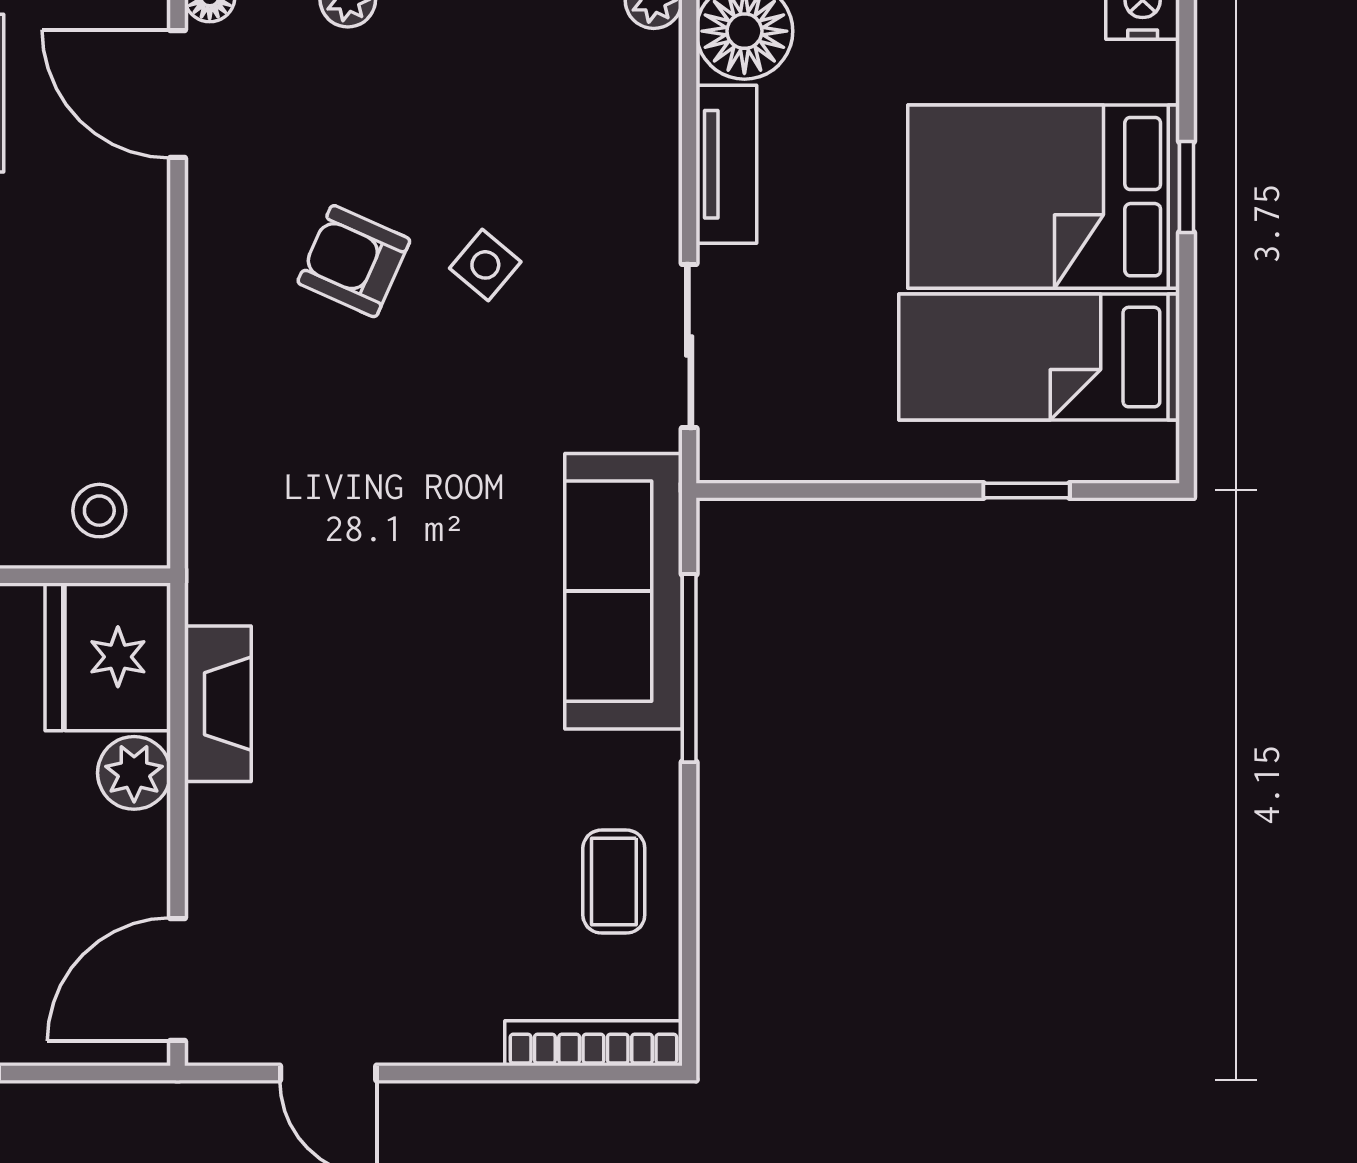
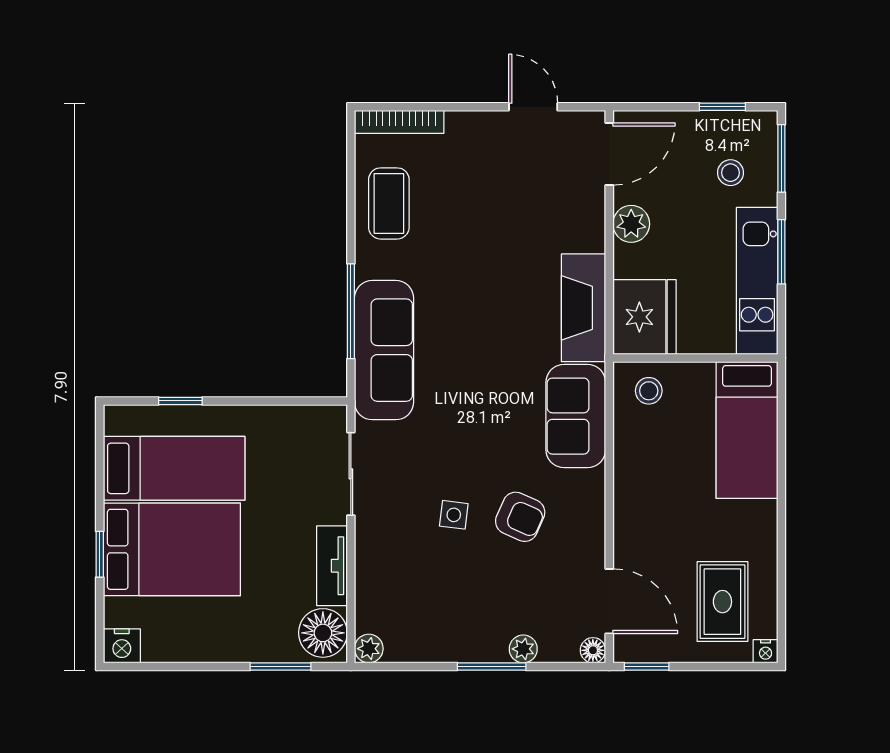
side table: (485, 265) -> (454, 515), turned -33
sofa: (244, 461) -> (576, 416), added
fireplace: (218, 704) -> (583, 308), width x1.37, depth x1.32
plant: (134, 773) -> (631, 224), moved
coffee table: (614, 882) -> (389, 203), width x1.36, depth x1.30

